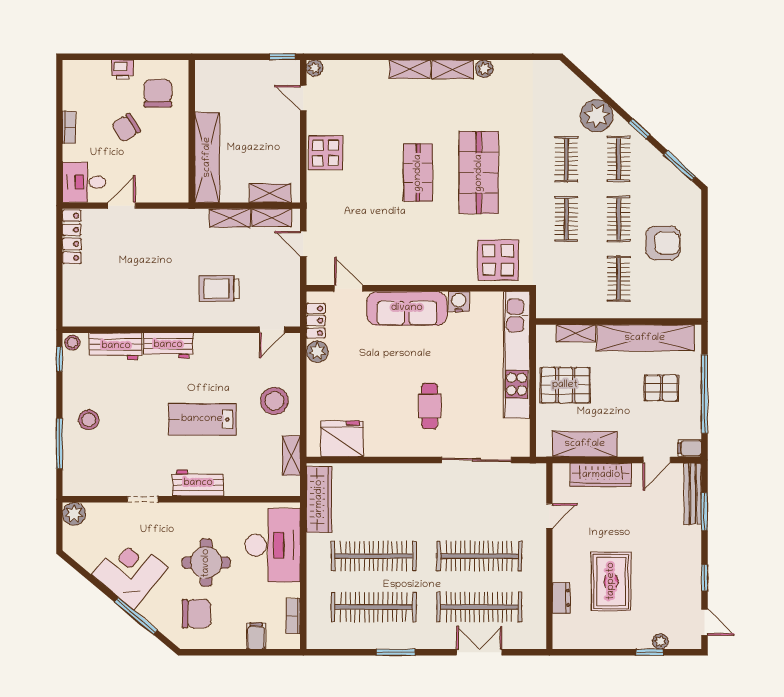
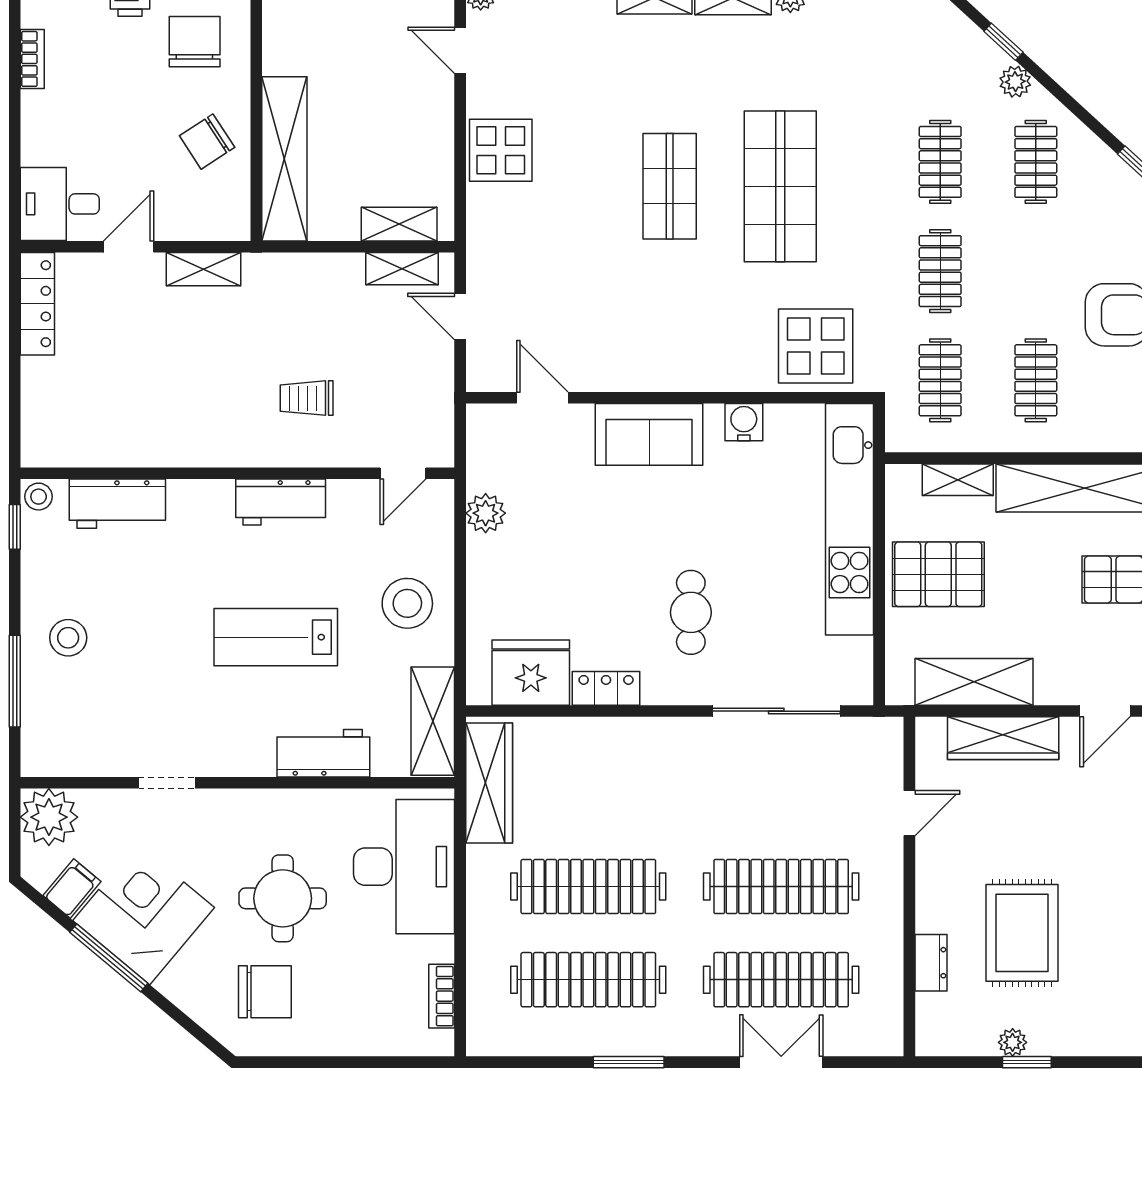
plant: (597, 116) -> (1015, 82), width x0.53, depth x0.53
bookcase: (69, 127) -> (32, 59), moved
chair: (126, 128) -> (207, 142), moved
window: (639, 129) -> (1003, 42), moved
shelving: (230, 218) -> (204, 269), moved
clothes rail: (619, 219) -> (940, 380), moved
trolley: (219, 289) -> (307, 398), width x0.73, depth x0.72
sofa: (407, 308) -> (649, 434), width x0.73
locker: (316, 321) -> (606, 688), moved, turned -90
workbench: (168, 345) -> (281, 502), moved
shelving: (291, 456) -> (433, 721), width x1.50, depth x1.33
workbench: (198, 483) -> (323, 753), moved
plant: (74, 514) -> (49, 817), width x1.36, depth x1.36
window: (136, 616) -> (109, 958), moved
filing cabinet: (256, 636) -> (72, 889), moved, turned 40
plant: (660, 641) -> (1013, 1042), moved
window: (650, 652) -> (1027, 1062), moved

